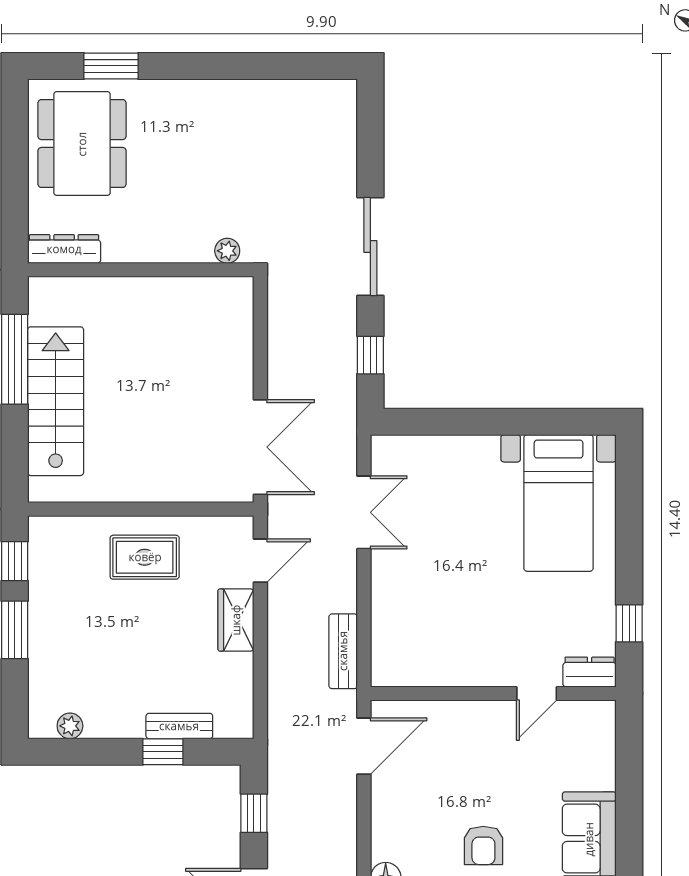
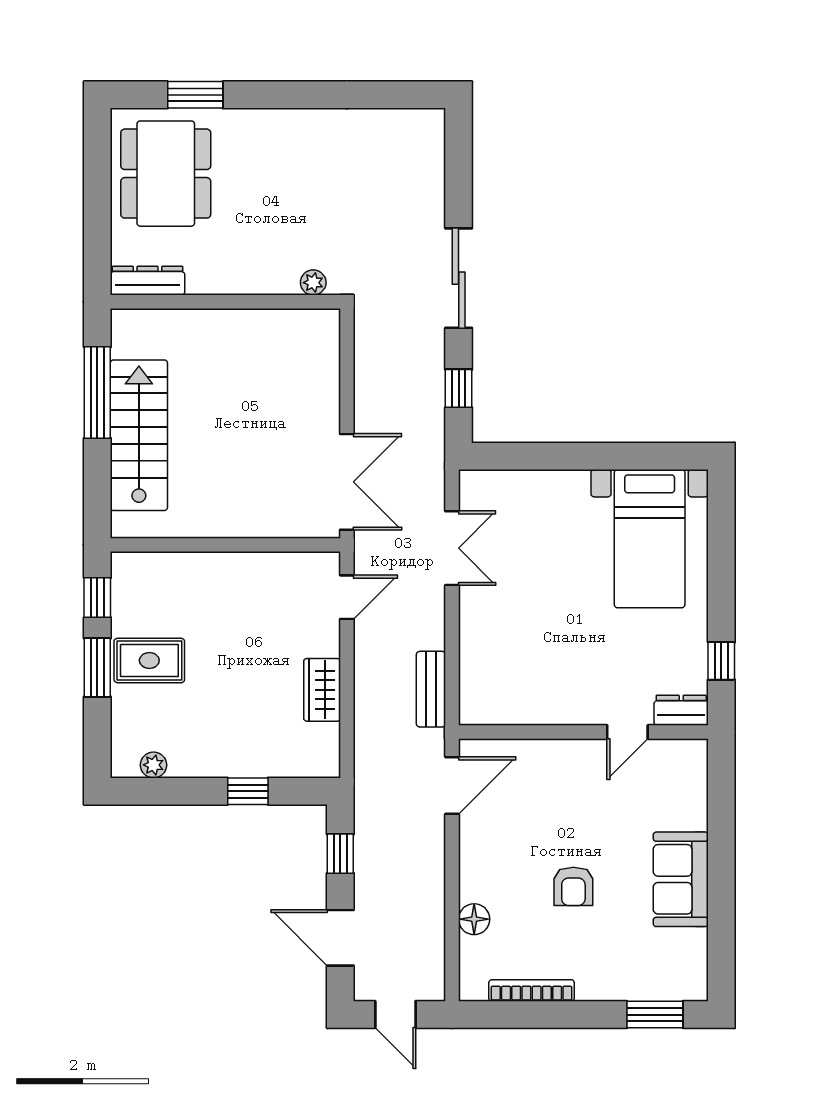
rug: (145, 557) -> (149, 660), moved
wardrobe: (236, 620) -> (322, 690), moved
bench: (179, 726) -> (265, 765), removed

